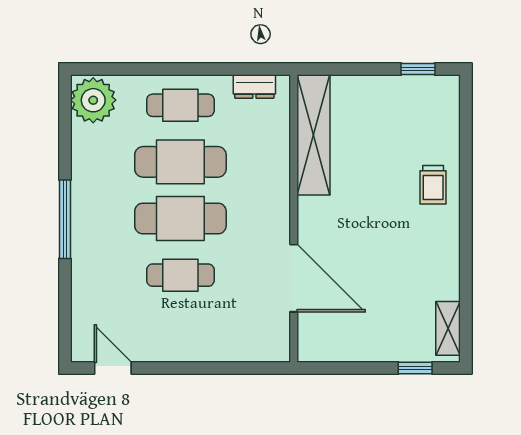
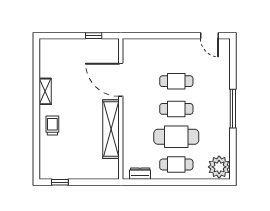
shelving: (314, 135) -> (111, 129), moved
cafe table: (180, 219) -> (176, 109), width x0.73, depth x0.74
shelving: (448, 328) -> (45, 91), moved
window: (415, 368) -> (94, 36), moved

